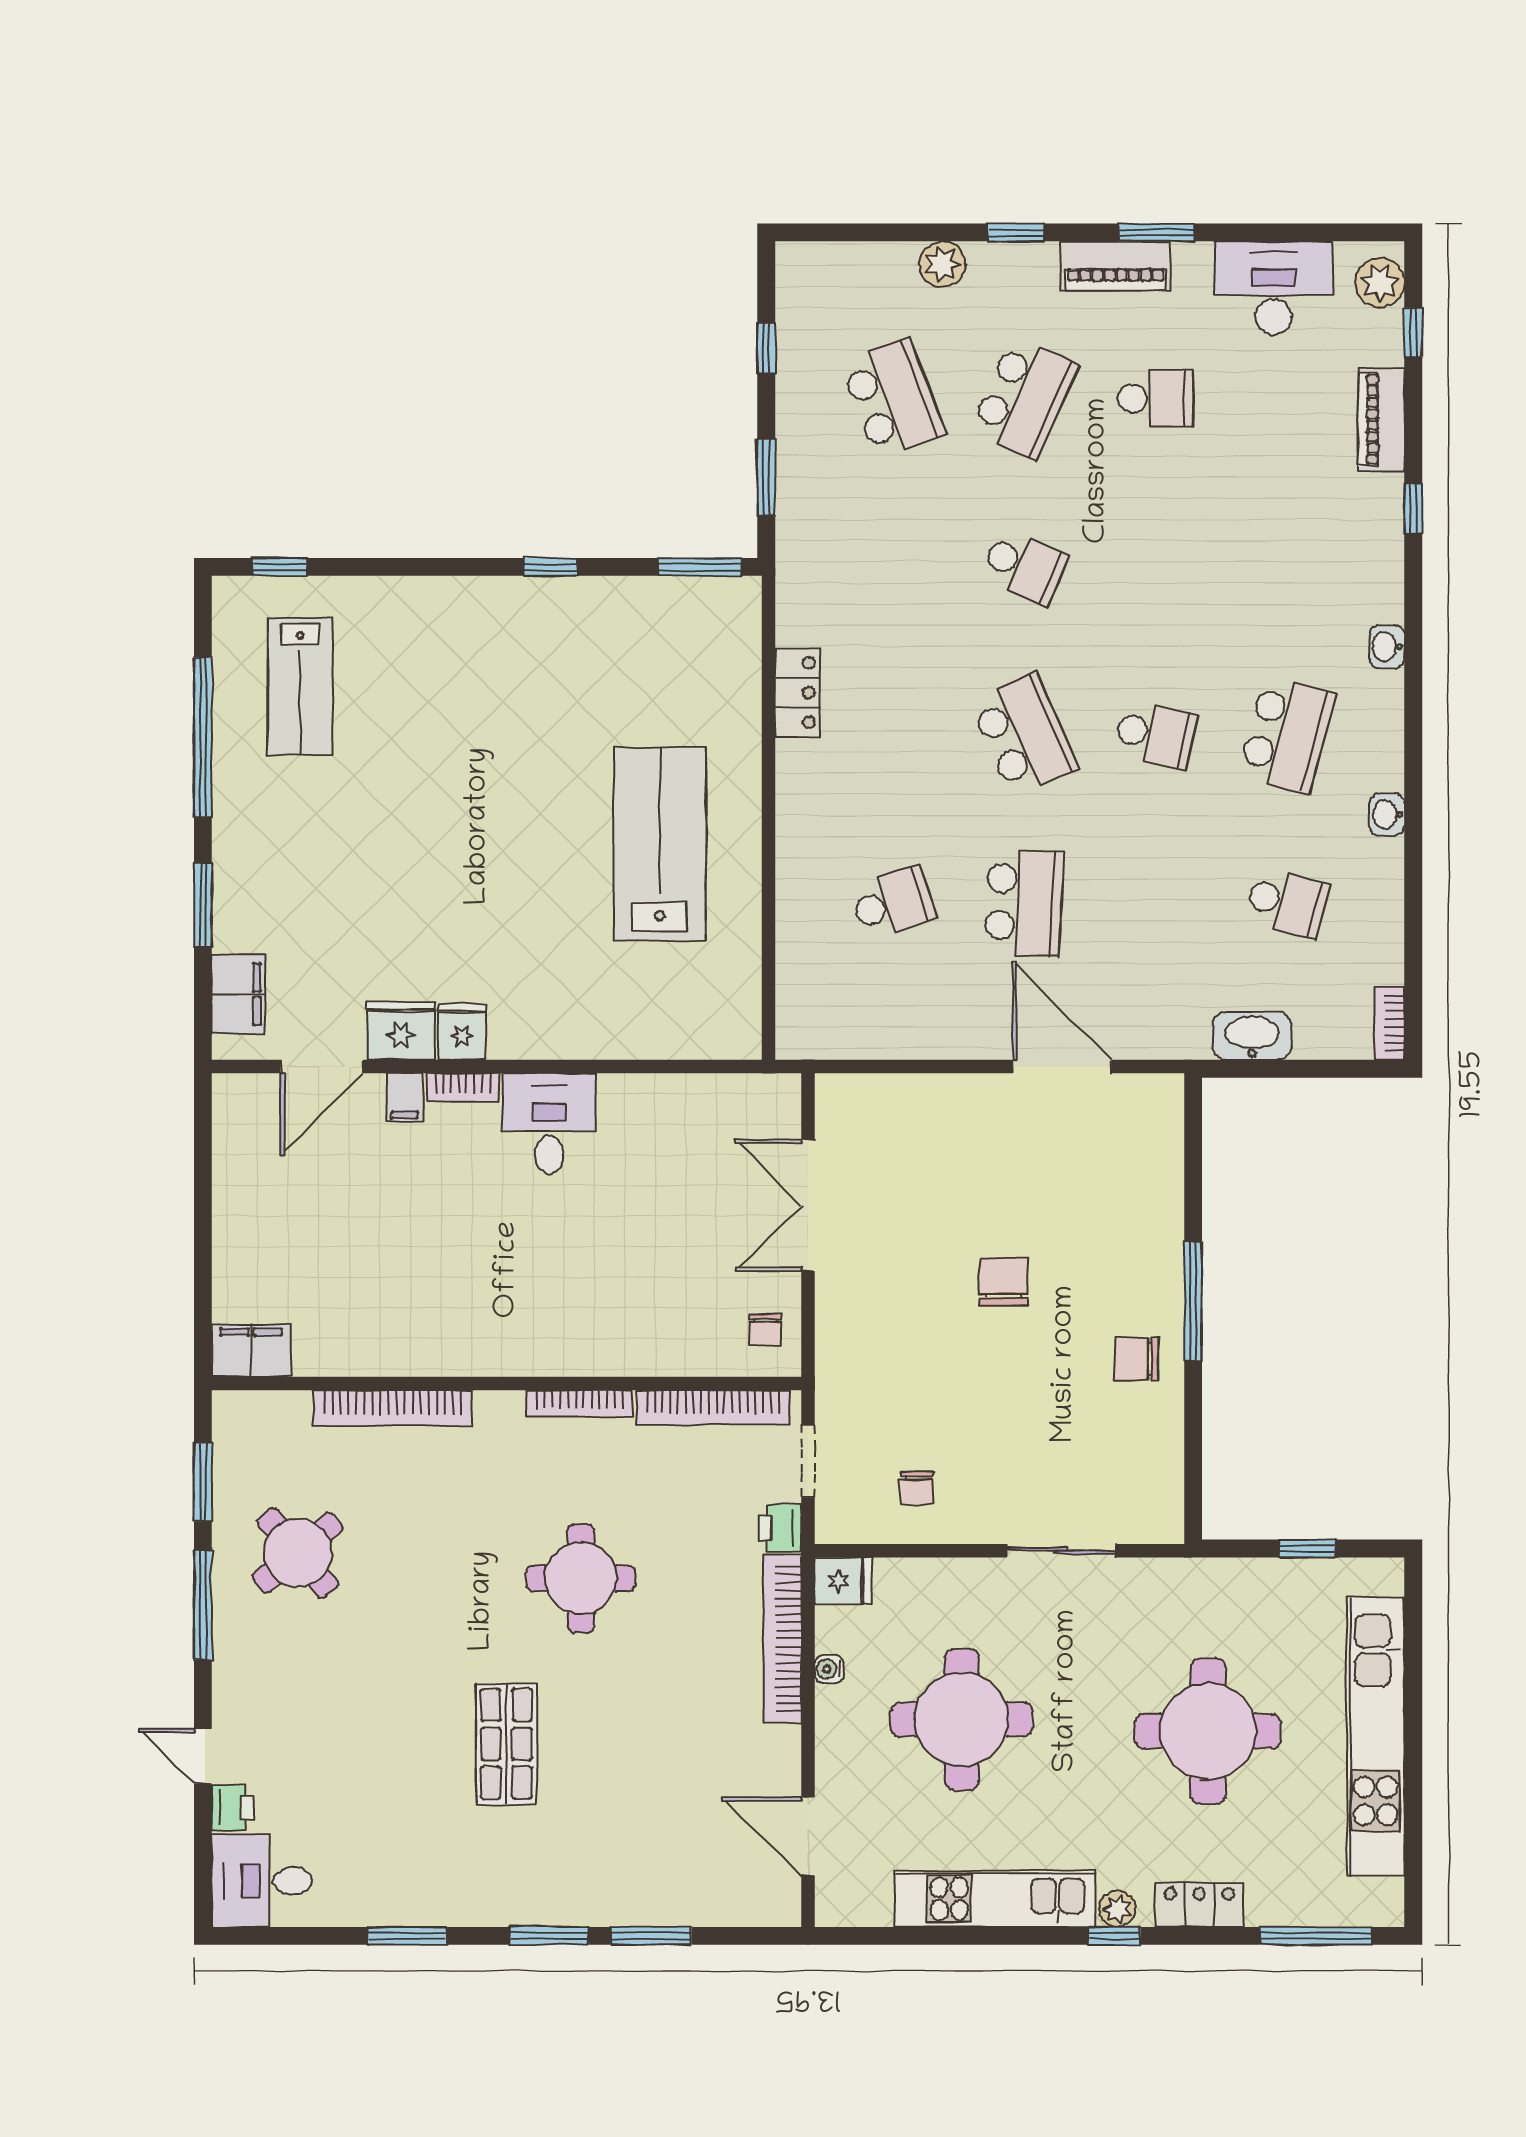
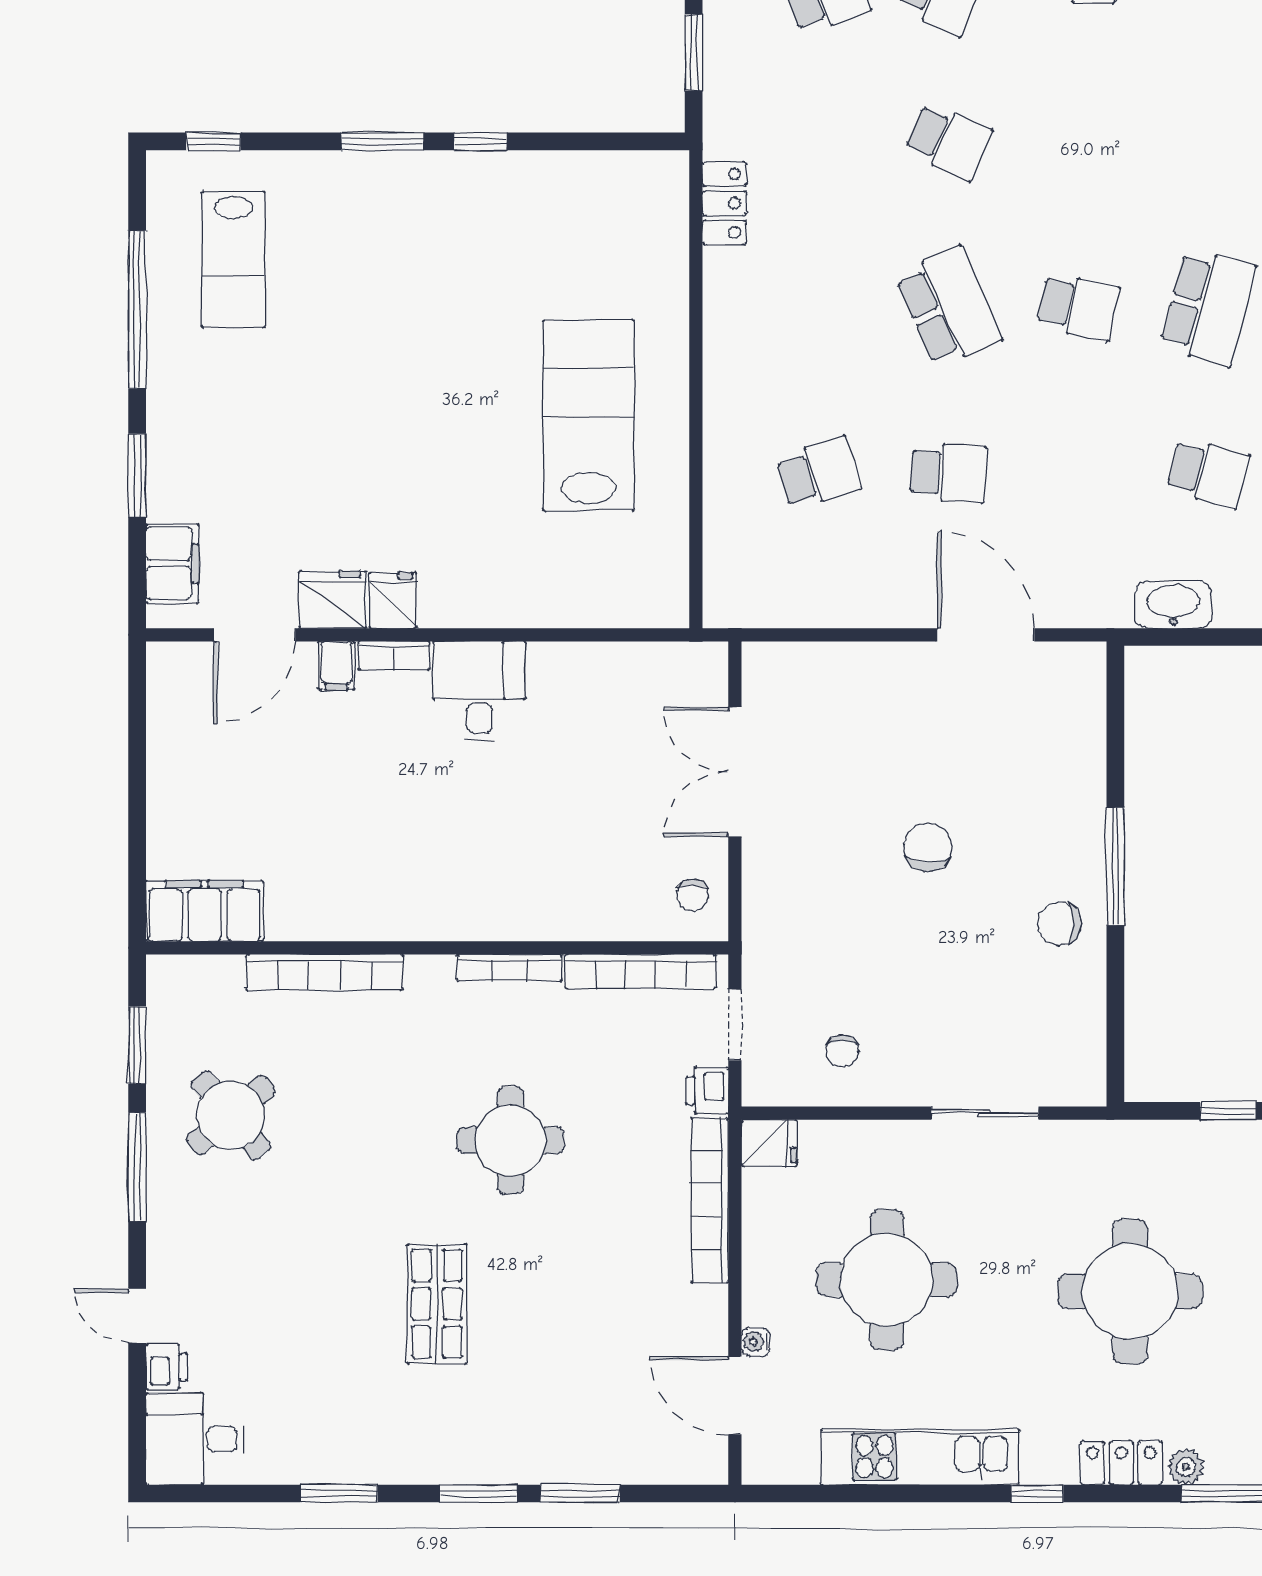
window: (700, 567) -> (383, 141), moved
locker: (797, 693) -> (724, 203), moved
school desk: (1024, 903) -> (948, 473), width x0.54
filing cabinet: (251, 1350) -> (205, 911), width x1.50, depth x1.17
water cooler: (829, 1669) -> (756, 1342), moved
plant: (1117, 1909) -> (1186, 1467), moved

